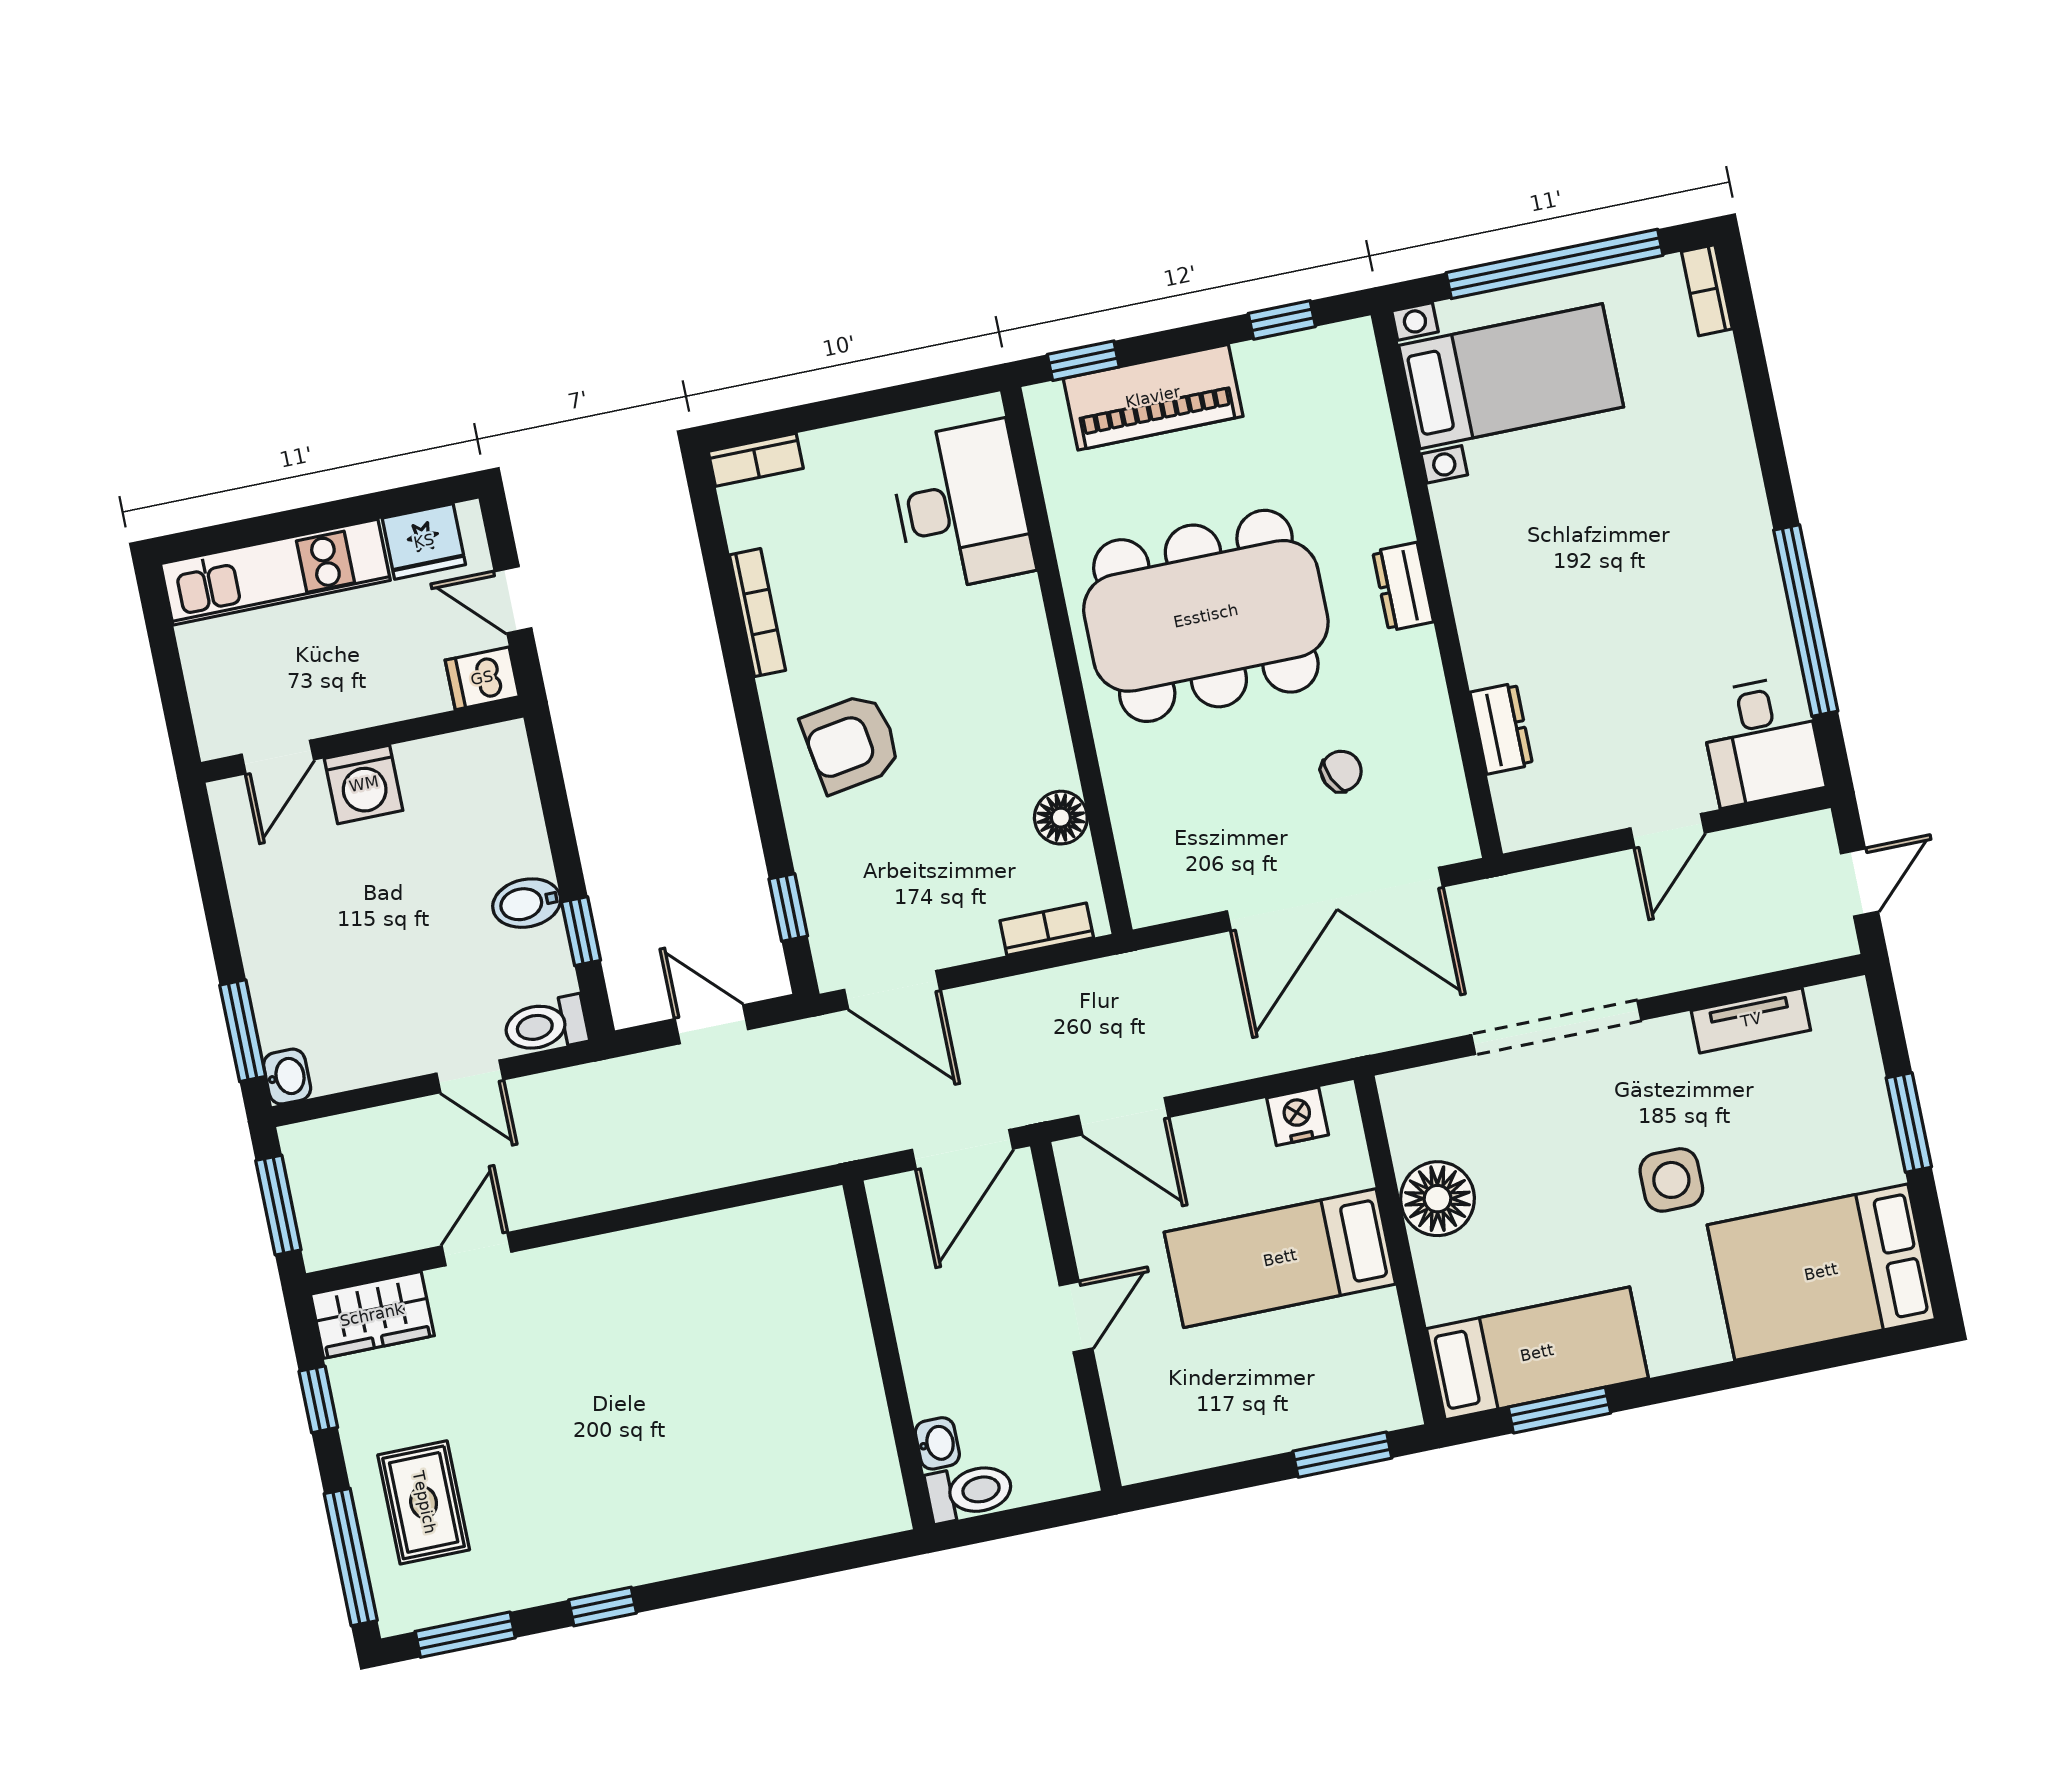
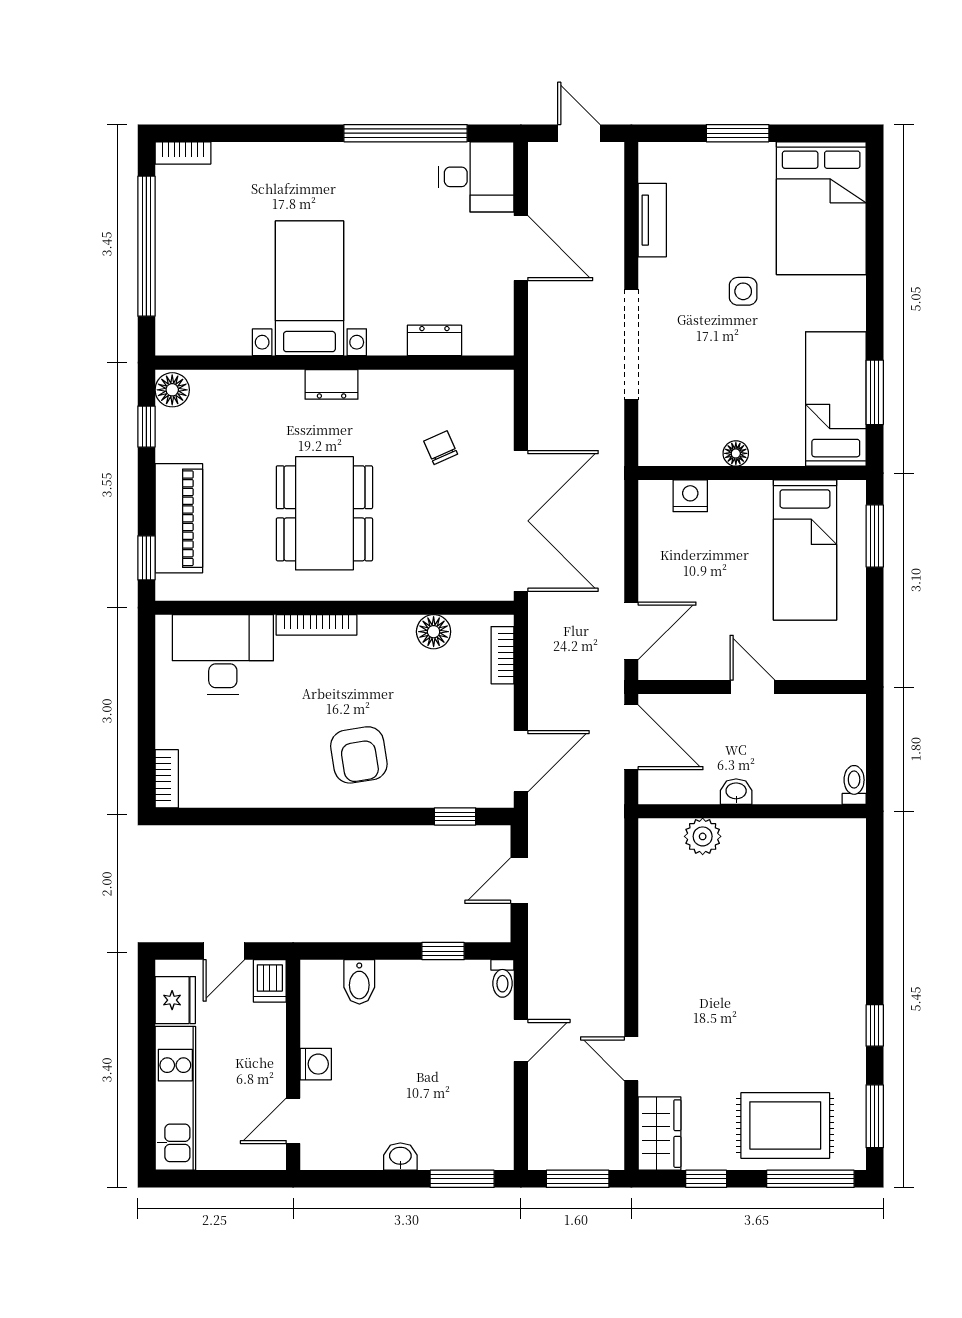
floor lamp: (1345, 347) -> (172, 390), added
bed with nightstands: (1511, 376) -> (309, 288), moved
bookcase: (758, 613) -> (316, 625), moved, turned 180
dining table: (1206, 616) -> (324, 513), width x0.73, depth x0.80
door: (278, 757) -> (293, 1121), swing flipped
washing machine: (364, 784) -> (316, 1064), width x0.73, depth x0.73
door: (1668, 831) -> (521, 248), width x1.38
double door: (1335, 899) -> (521, 521), moved
bidet: (527, 903) -> (359, 982), moved
toilet: (546, 1025) -> (502, 978), width x0.73, depth x0.72
washbasin: (287, 1077) -> (400, 1157), moved
nightstand: (1298, 1116) -> (690, 496), moved, turned 90
side table: (1671, 1180) -> (743, 291), width x0.73, depth x0.73
floor lamp: (1438, 1199) -> (736, 453), width x0.53, depth x0.53
bed: (1280, 1258) -> (805, 550), moved
plant: (835, 1288) -> (703, 836), added
washbasin: (937, 1443) -> (736, 792), moved
toilet: (970, 1492) -> (854, 785), width x0.73, depth x0.72
rug: (424, 1502) -> (785, 1125), width x1.36, depth x1.43

